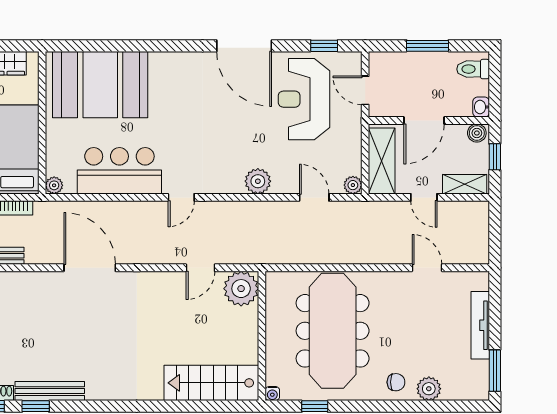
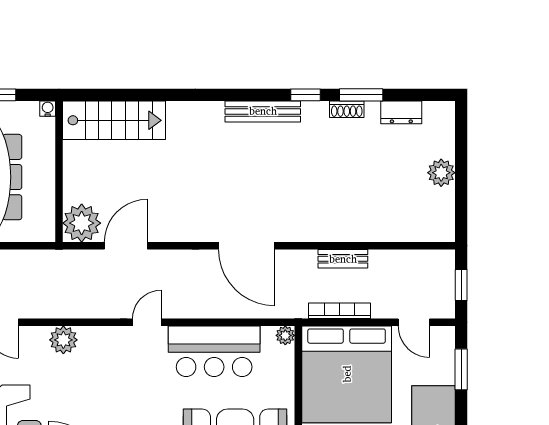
door: (200, 268) -> (126, 246), width x1.38
bench: (50, 391) -> (263, 111), moved

